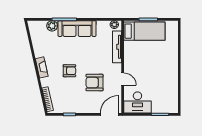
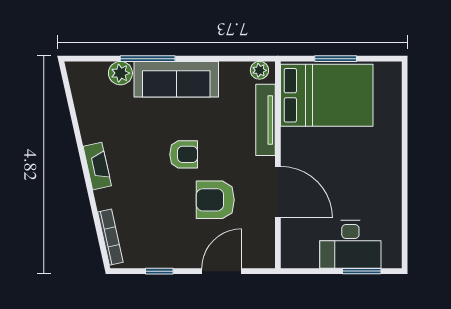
bed: (144, 31) -> (327, 95), width x1.50
armchair: (69, 71) -> (184, 154), moved
door: (123, 79) -> (278, 192), width x1.88
desk: (137, 102) -> (350, 244), moved
door: (109, 114) -> (222, 271), moved

